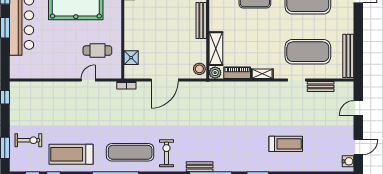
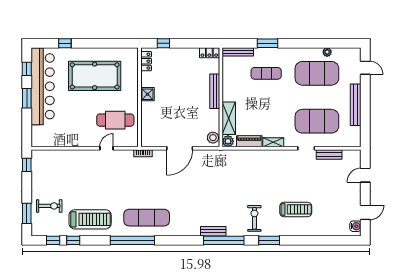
cafe table: (97, 51) -> (115, 120), width x1.37, depth x1.35
bench: (348, 56) -> (356, 105), moved
shower: (131, 58) -> (147, 94), moved
exercise bike: (166, 153) -> (254, 218), moved
treadmill: (71, 154) -> (90, 219), turned 180

